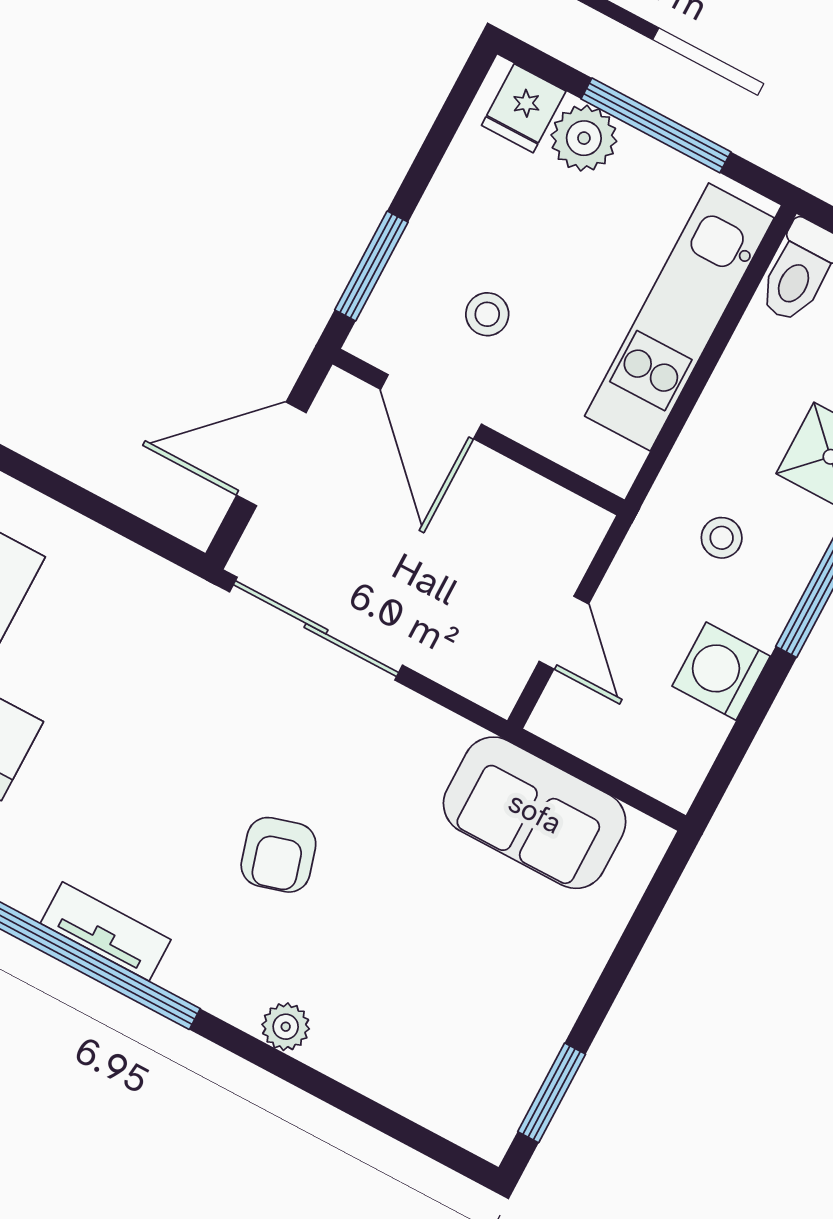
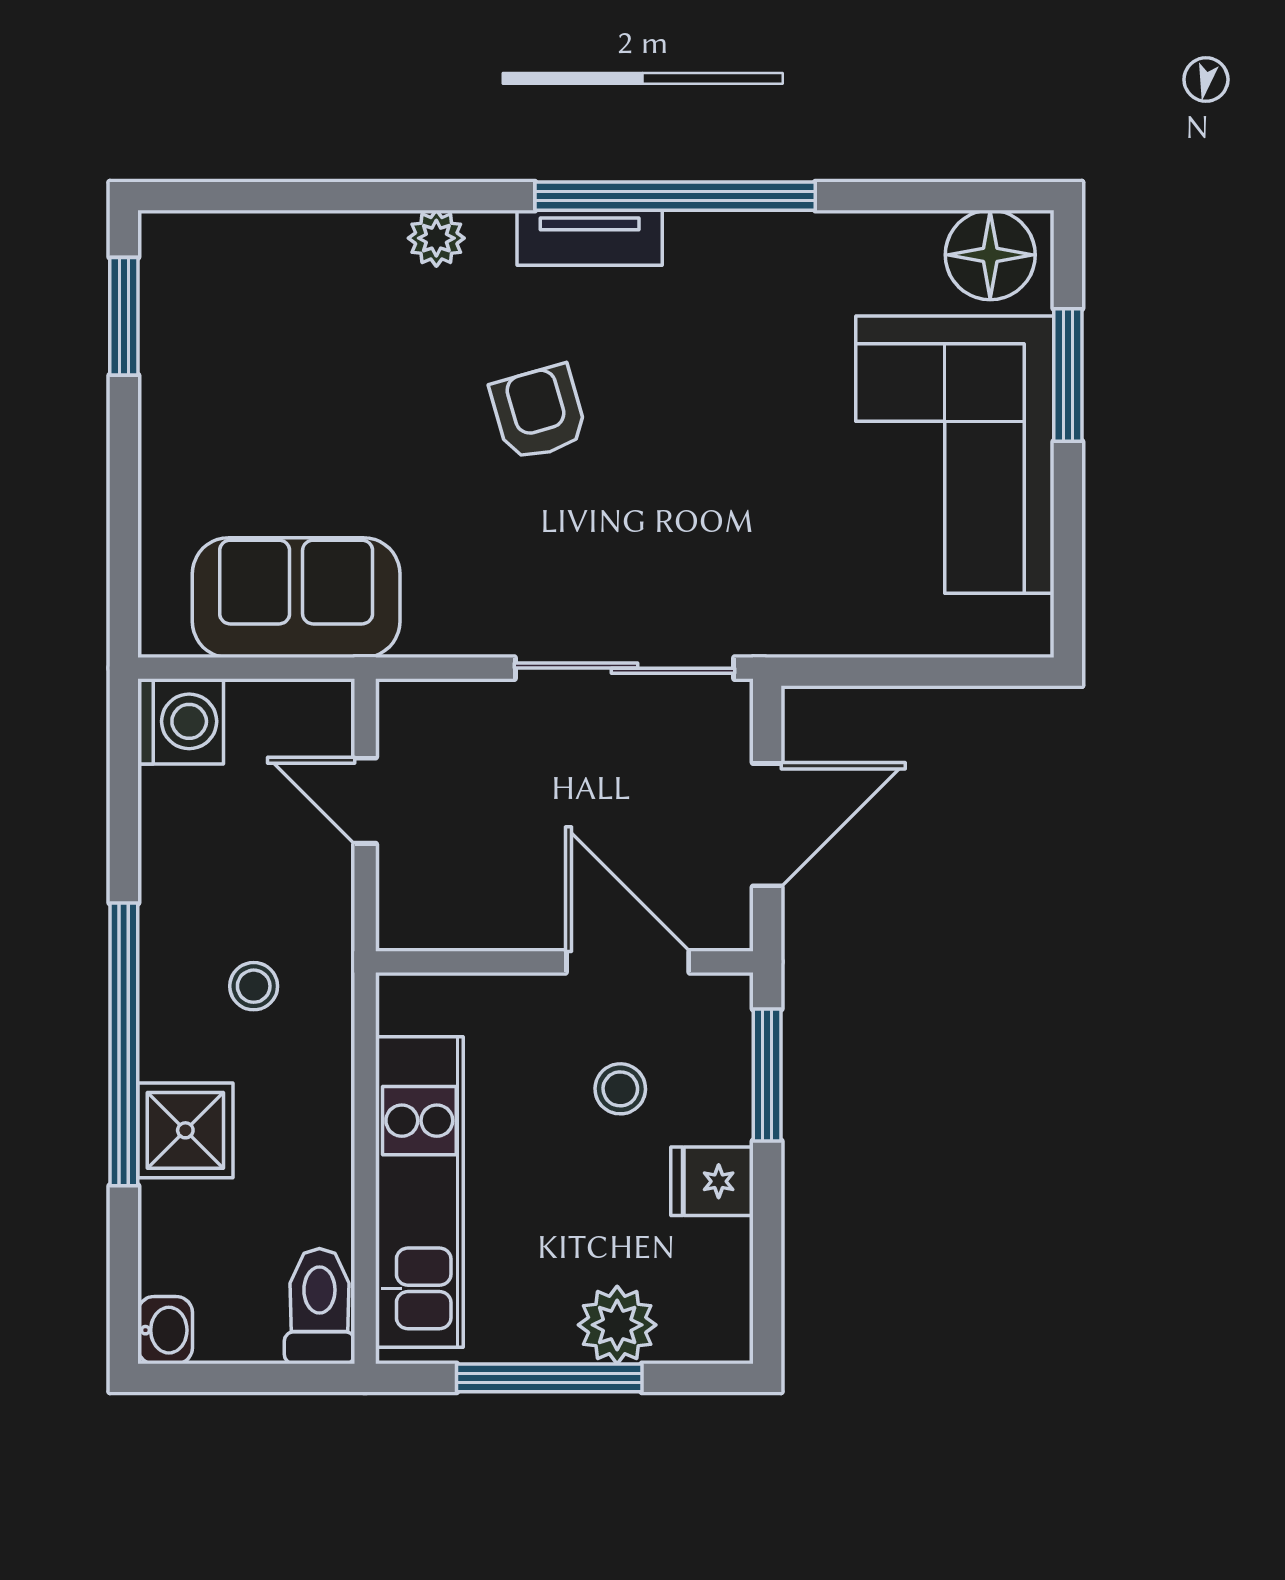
fridge: (524, 108) -> (712, 1181), moved, turned -90
washing machine: (721, 671) -> (181, 721), moved
tv unit: (106, 931) -> (590, 238), moved

